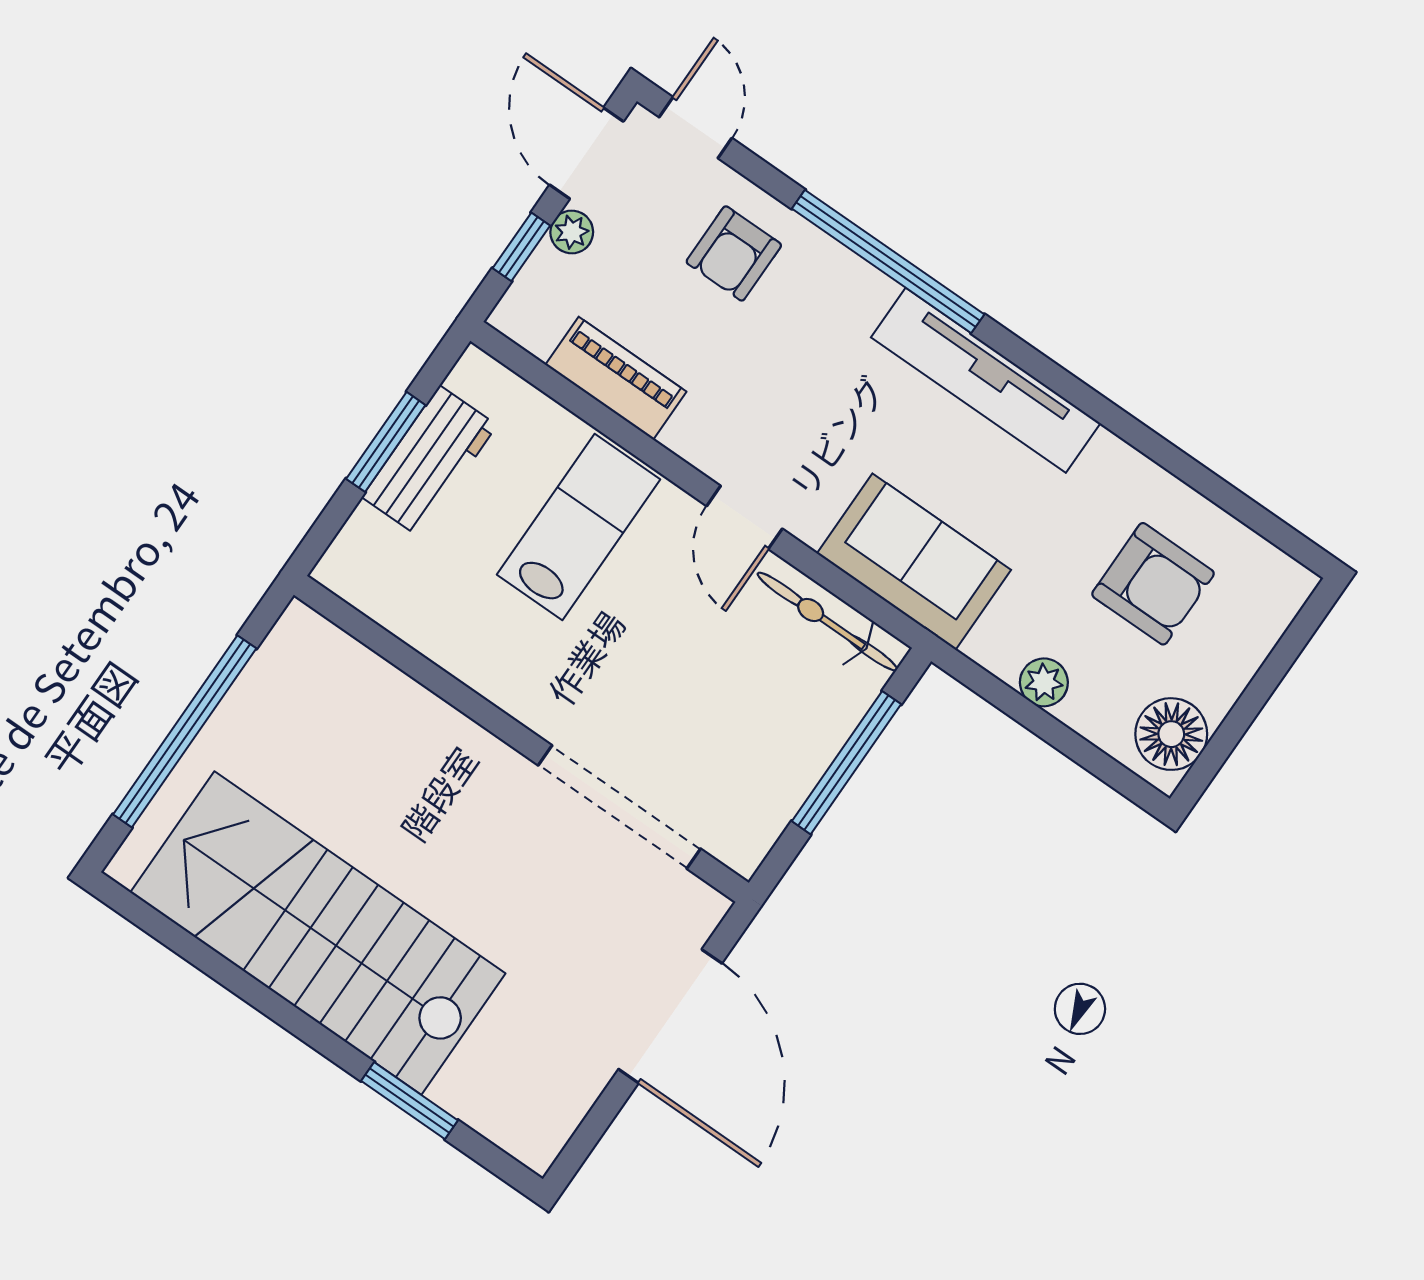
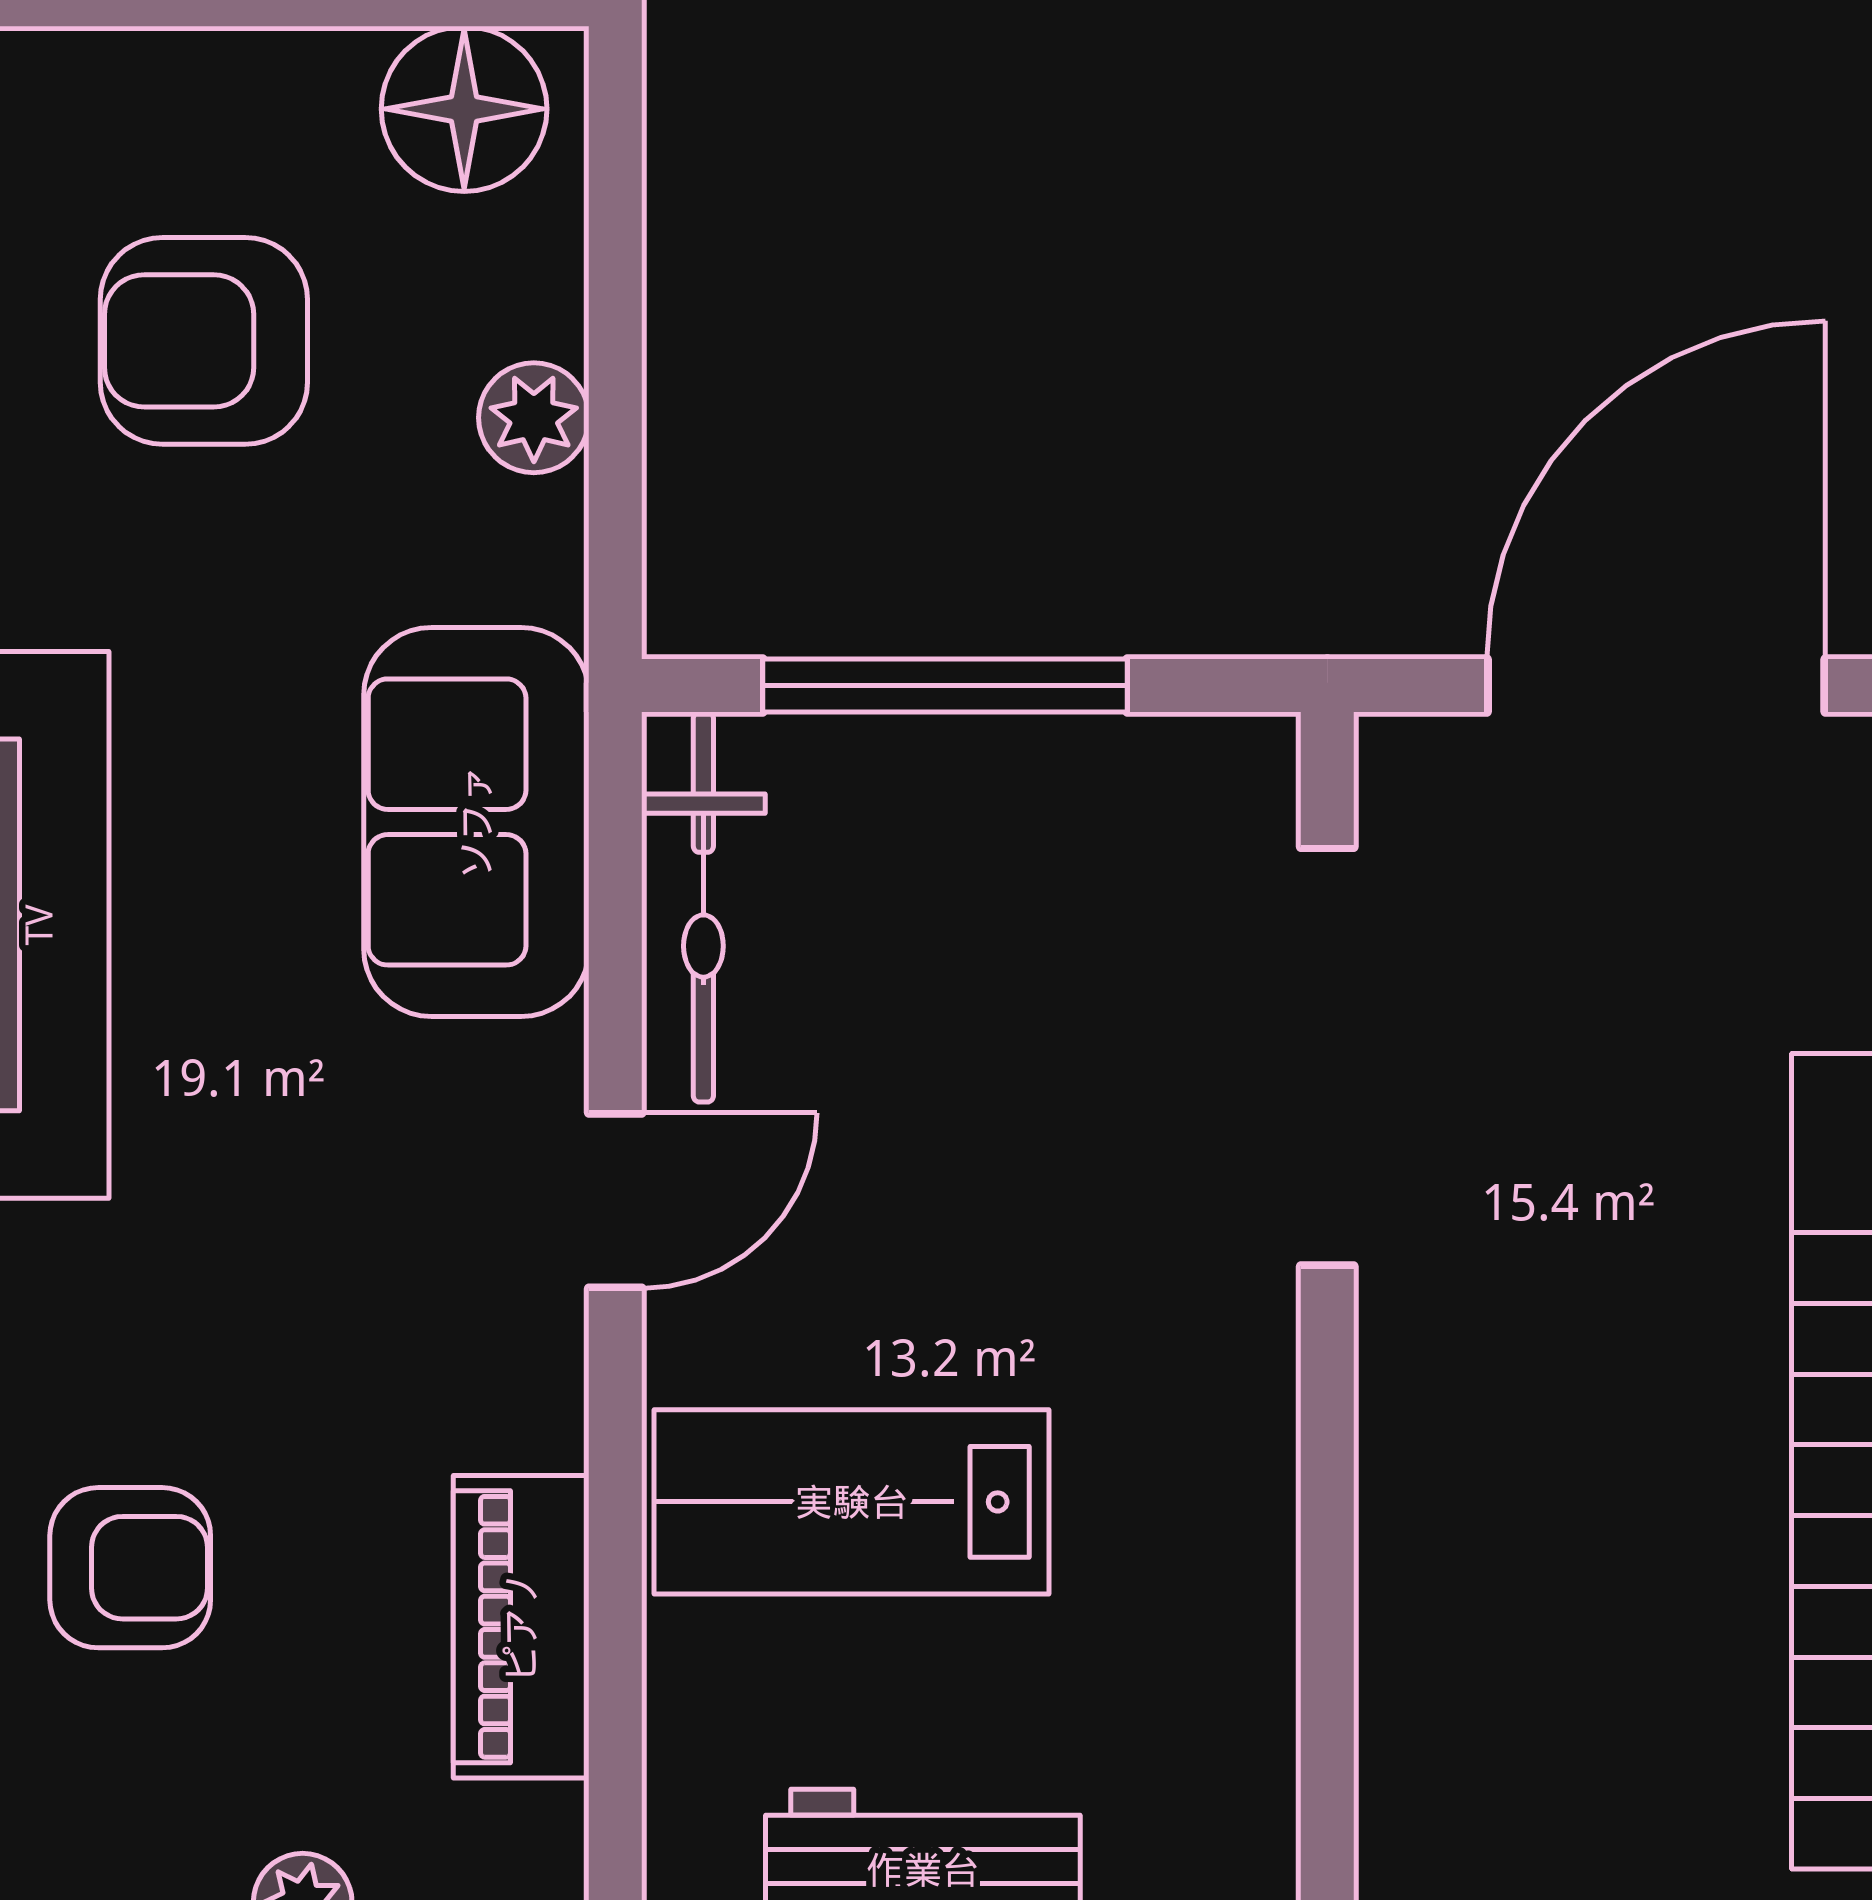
armchair: (1153, 584) -> (204, 341), turned -90

